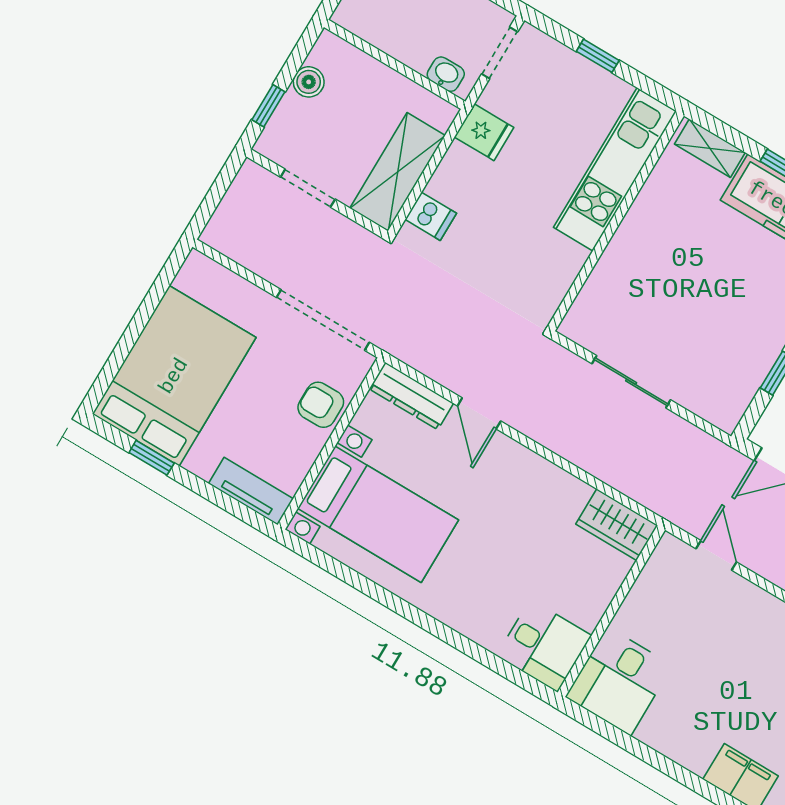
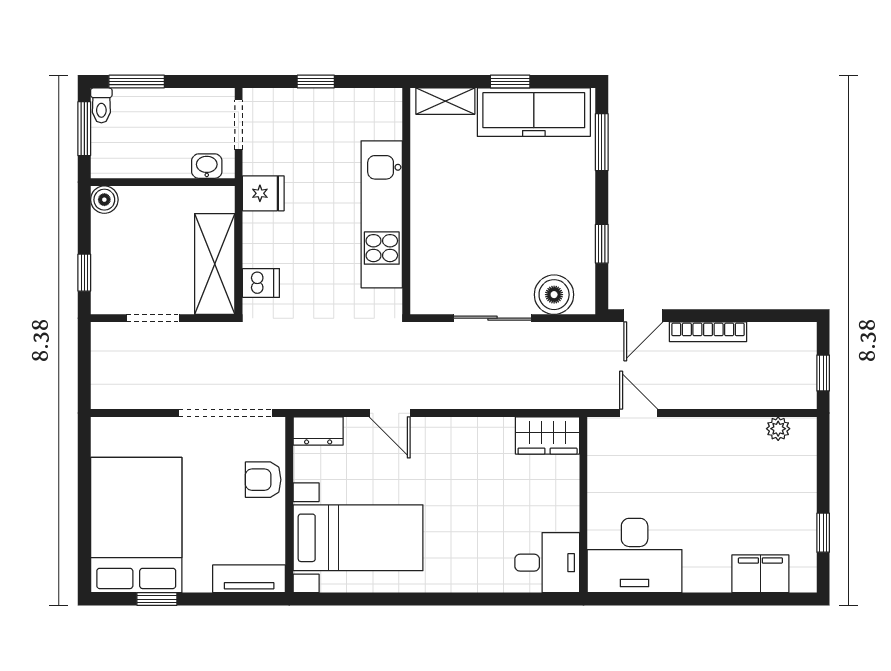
boiler: (309, 82) -> (104, 200), moved
kitchen unit: (615, 169) -> (382, 214), moved
boiler: (703, 394) -> (554, 295), added
dresser: (411, 396) -> (318, 431), width x0.70
desk: (619, 681) -> (635, 555), width x1.37

